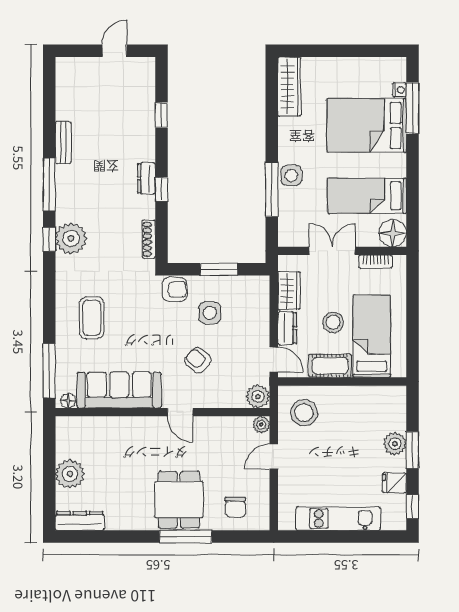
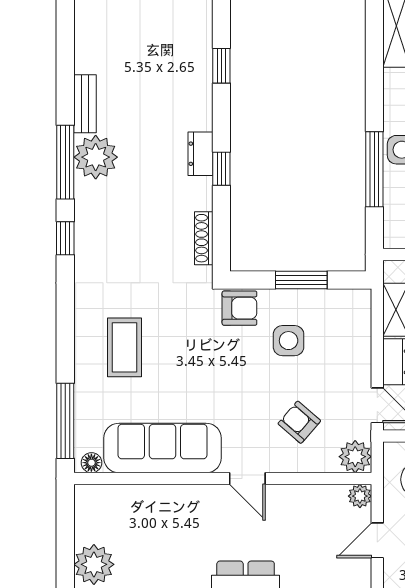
plant: (71, 238) -> (96, 157), moved
armchair: (198, 360) -> (299, 422), moved

